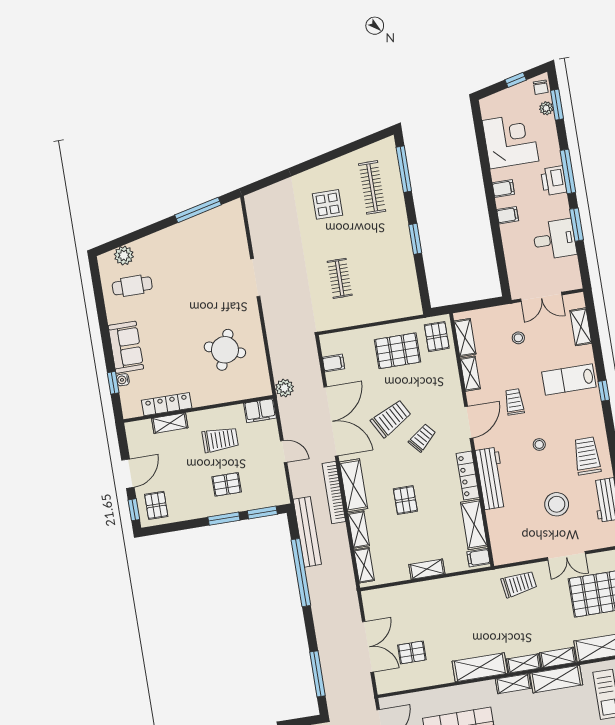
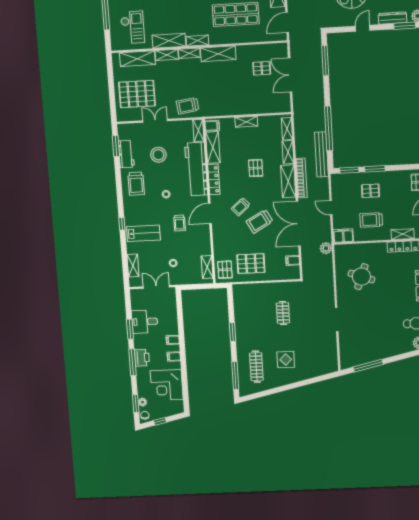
shelving: (470, 374) -> (198, 130), moved
workbench: (491, 478) -> (196, 169), width x1.36, depth x1.32

